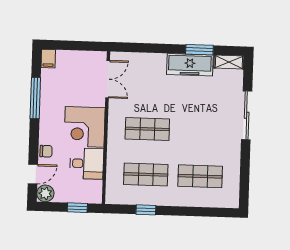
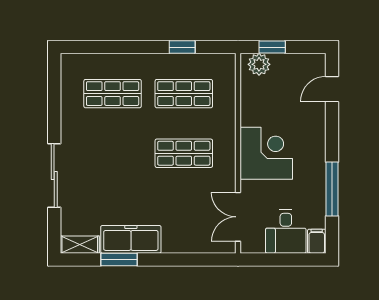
chair: (46, 151) -> (316, 120), removed
desk: (87, 164) -> (286, 232), moved, turned -90
plant: (45, 193) -> (259, 64), moved

